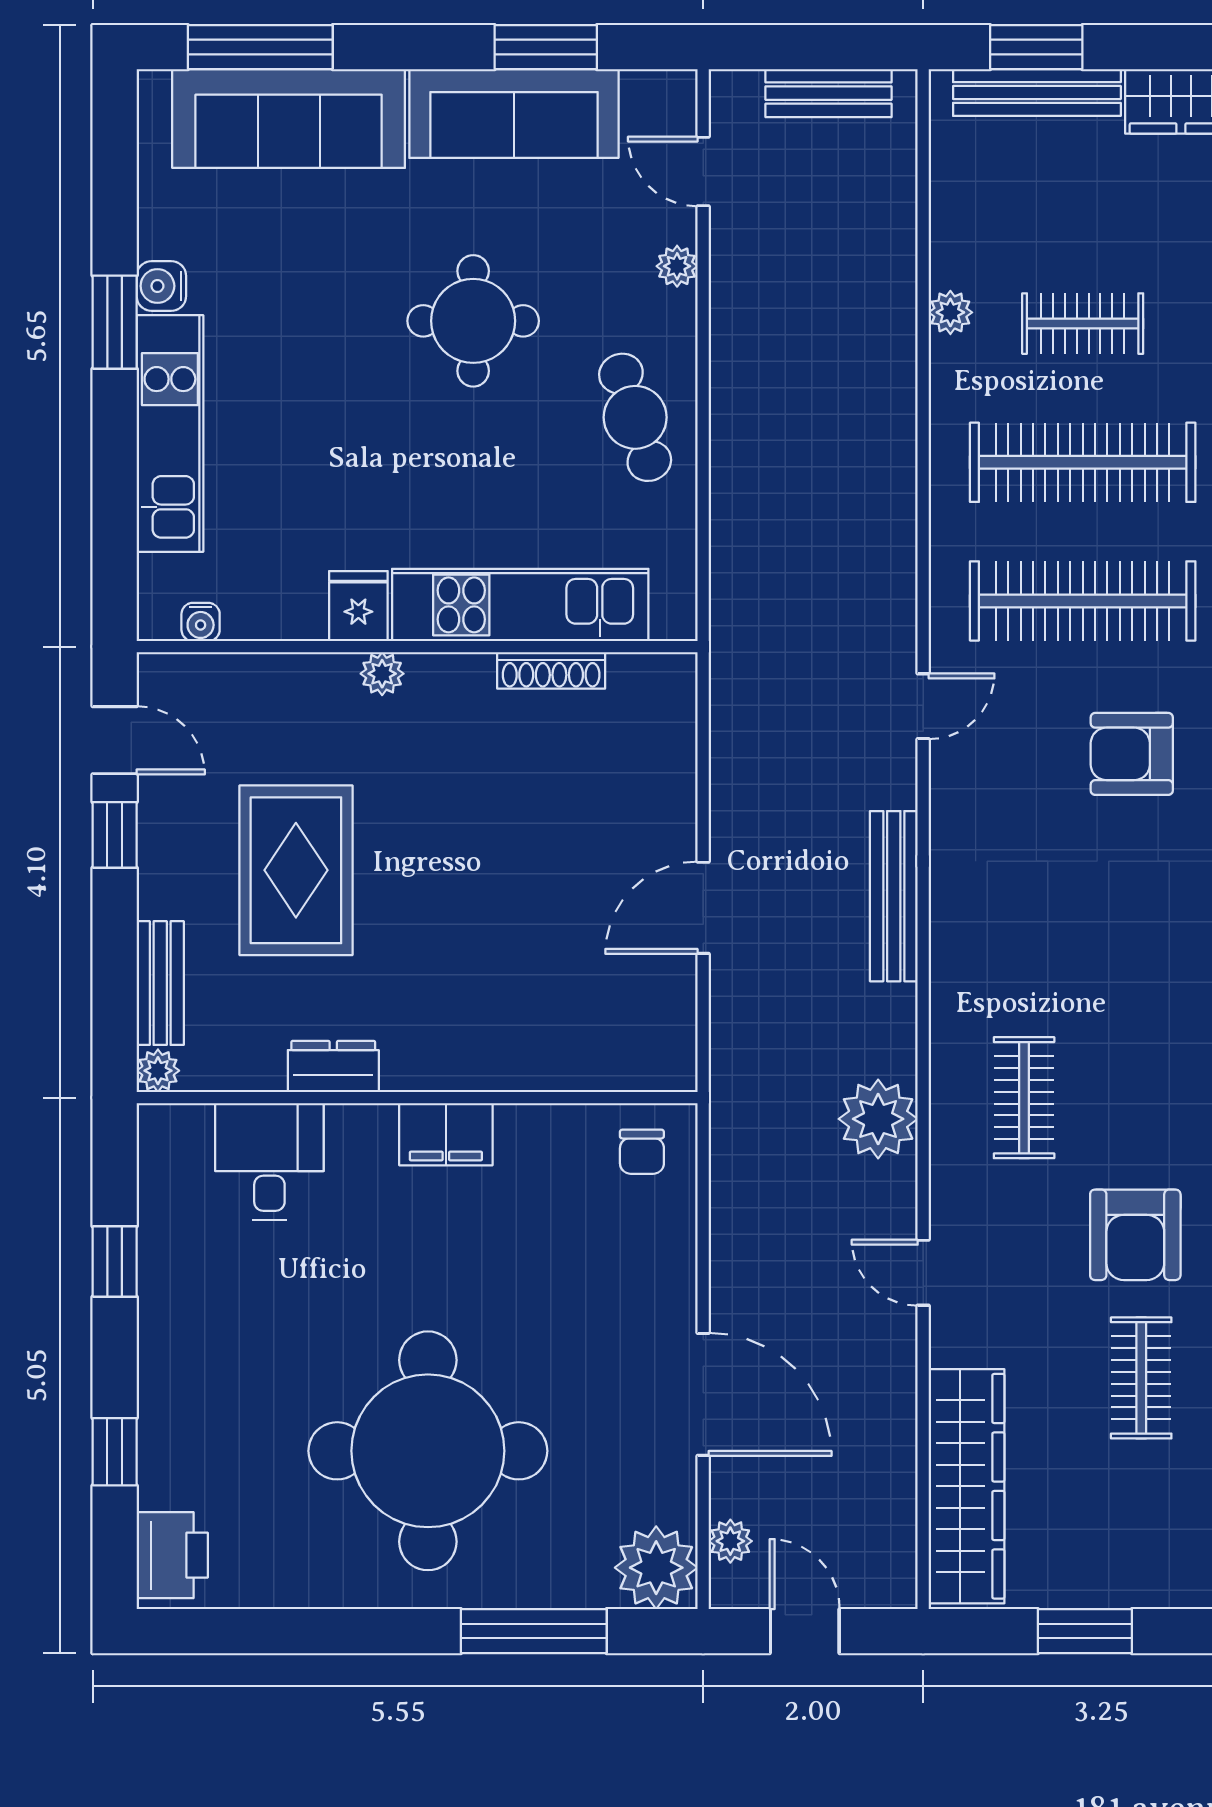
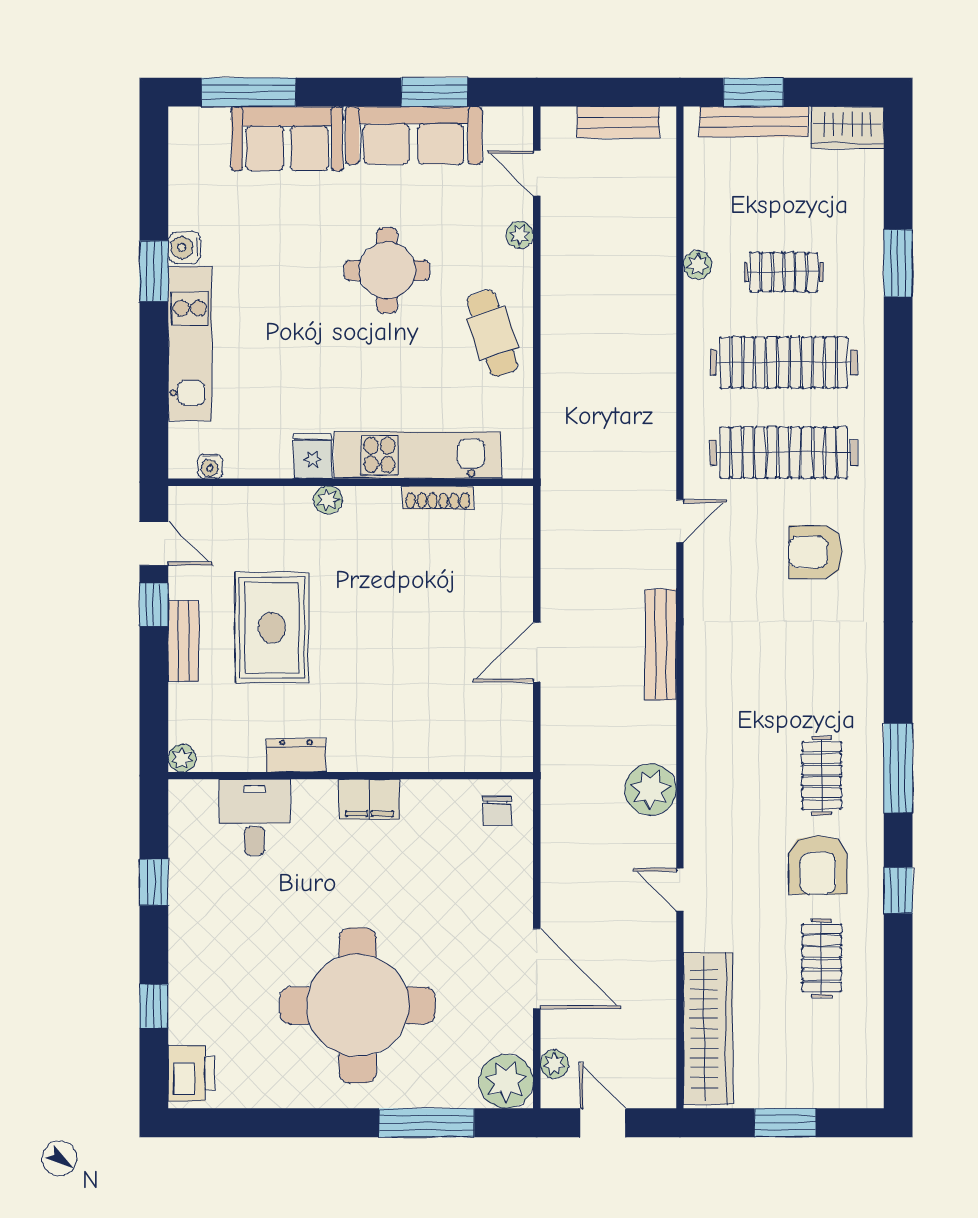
sofa: (289, 118) -> (287, 139), width x0.73
bench: (160, 983) -> (184, 641), moved
clothes rail: (1024, 1098) -> (822, 776), moved

